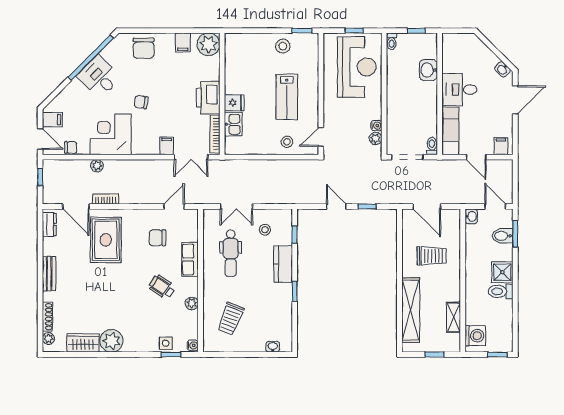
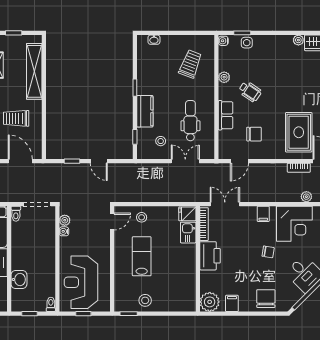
fridge: (234, 103) -> (187, 214), moved
filing cabinet: (167, 146) -> (263, 214), moved
plant: (111, 341) -> (298, 40), width x0.53, depth x0.53

